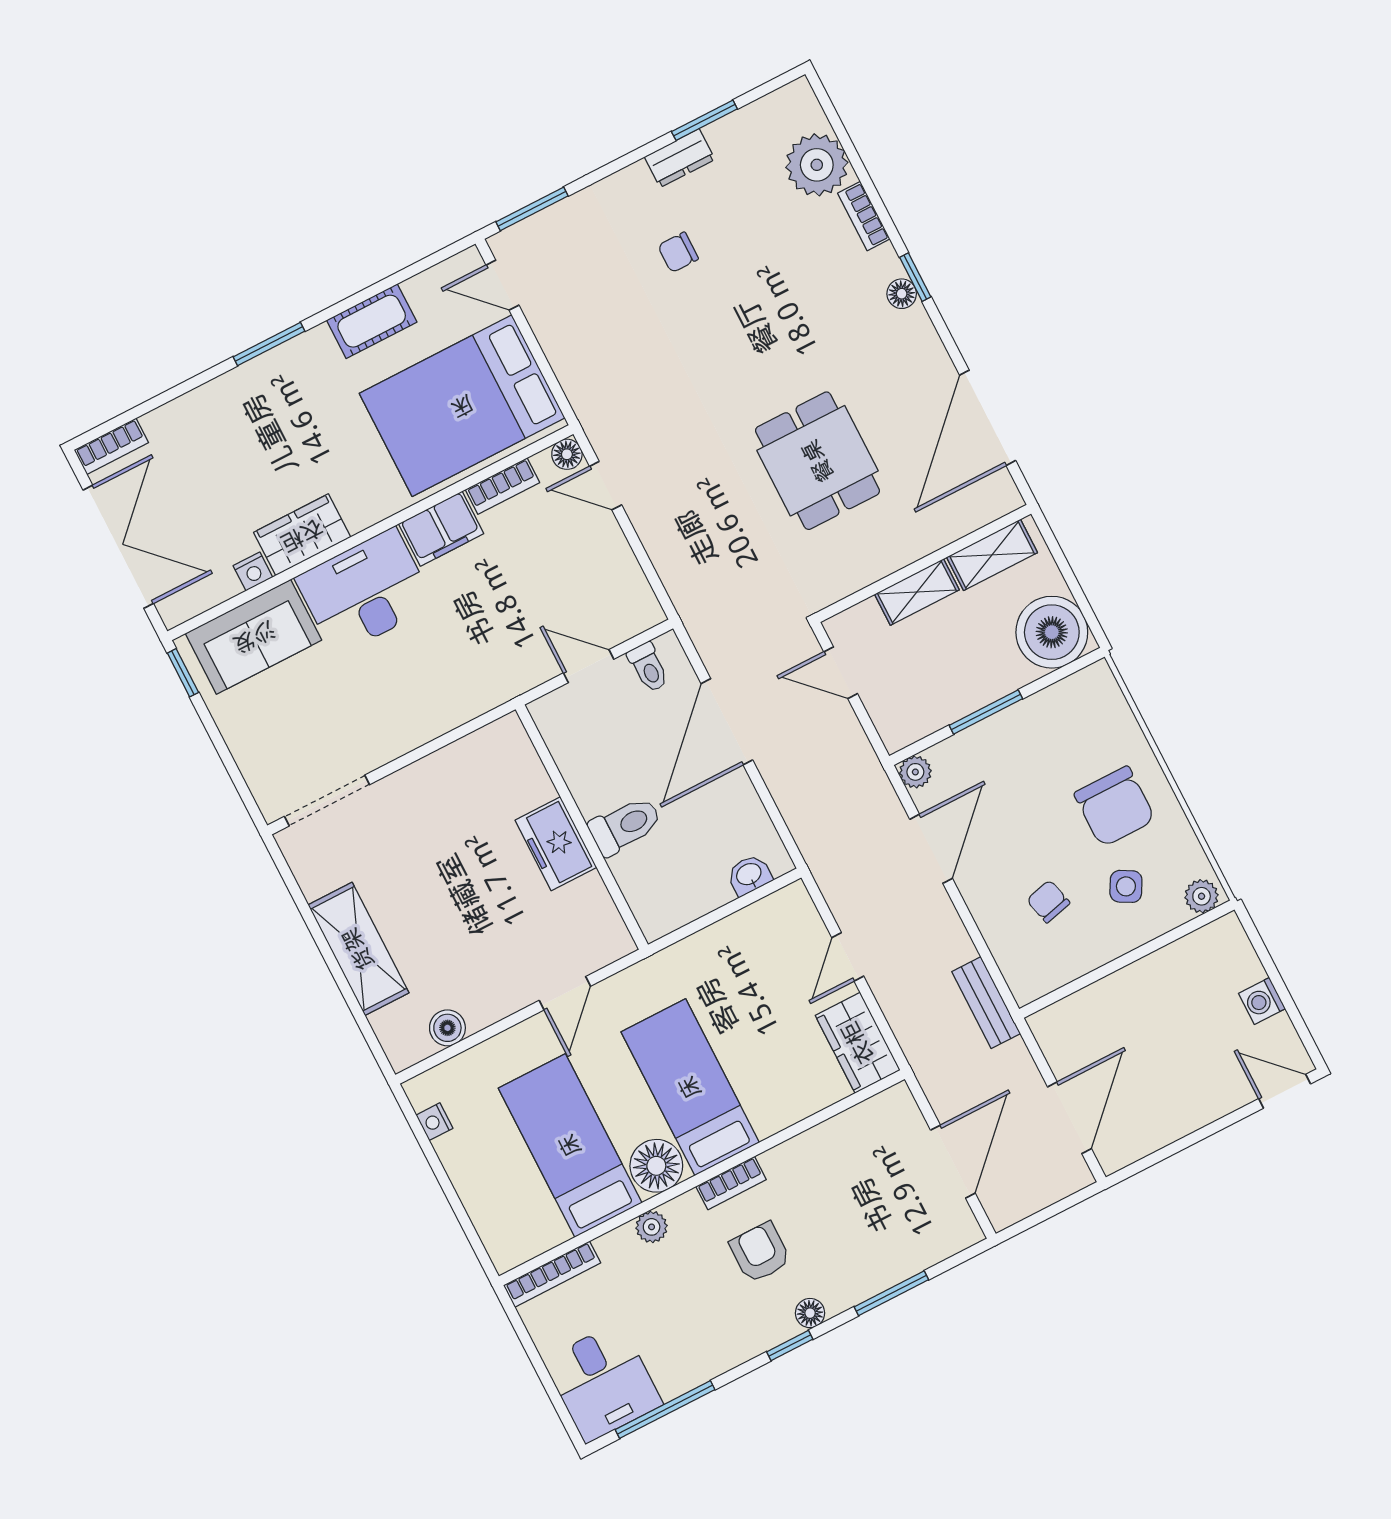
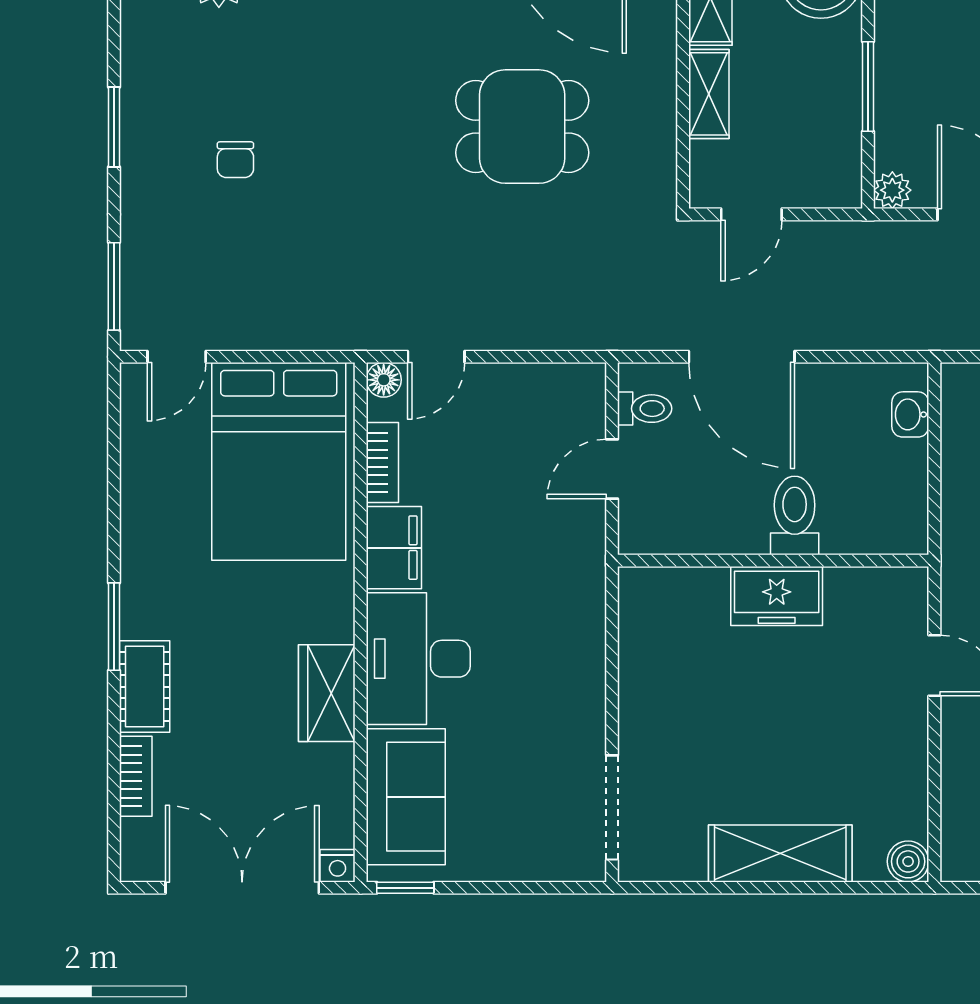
window: (704, 120) -> (114, 127), moved
dresser: (680, 158) -> (140, 109), removed
cot: (372, 321) -> (145, 687), moved
bookcase: (111, 446) -> (136, 776), moved
nightstand: (253, 571) -> (338, 866), moved, turned 90
boiler: (447, 1028) -> (908, 861), moved

